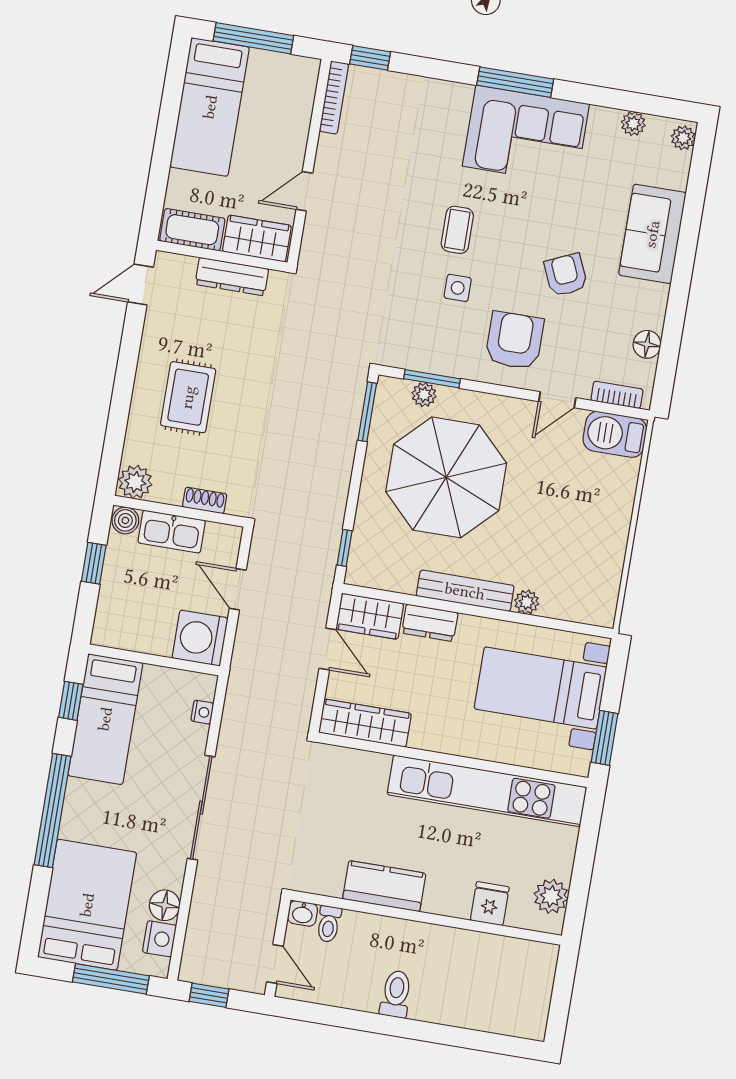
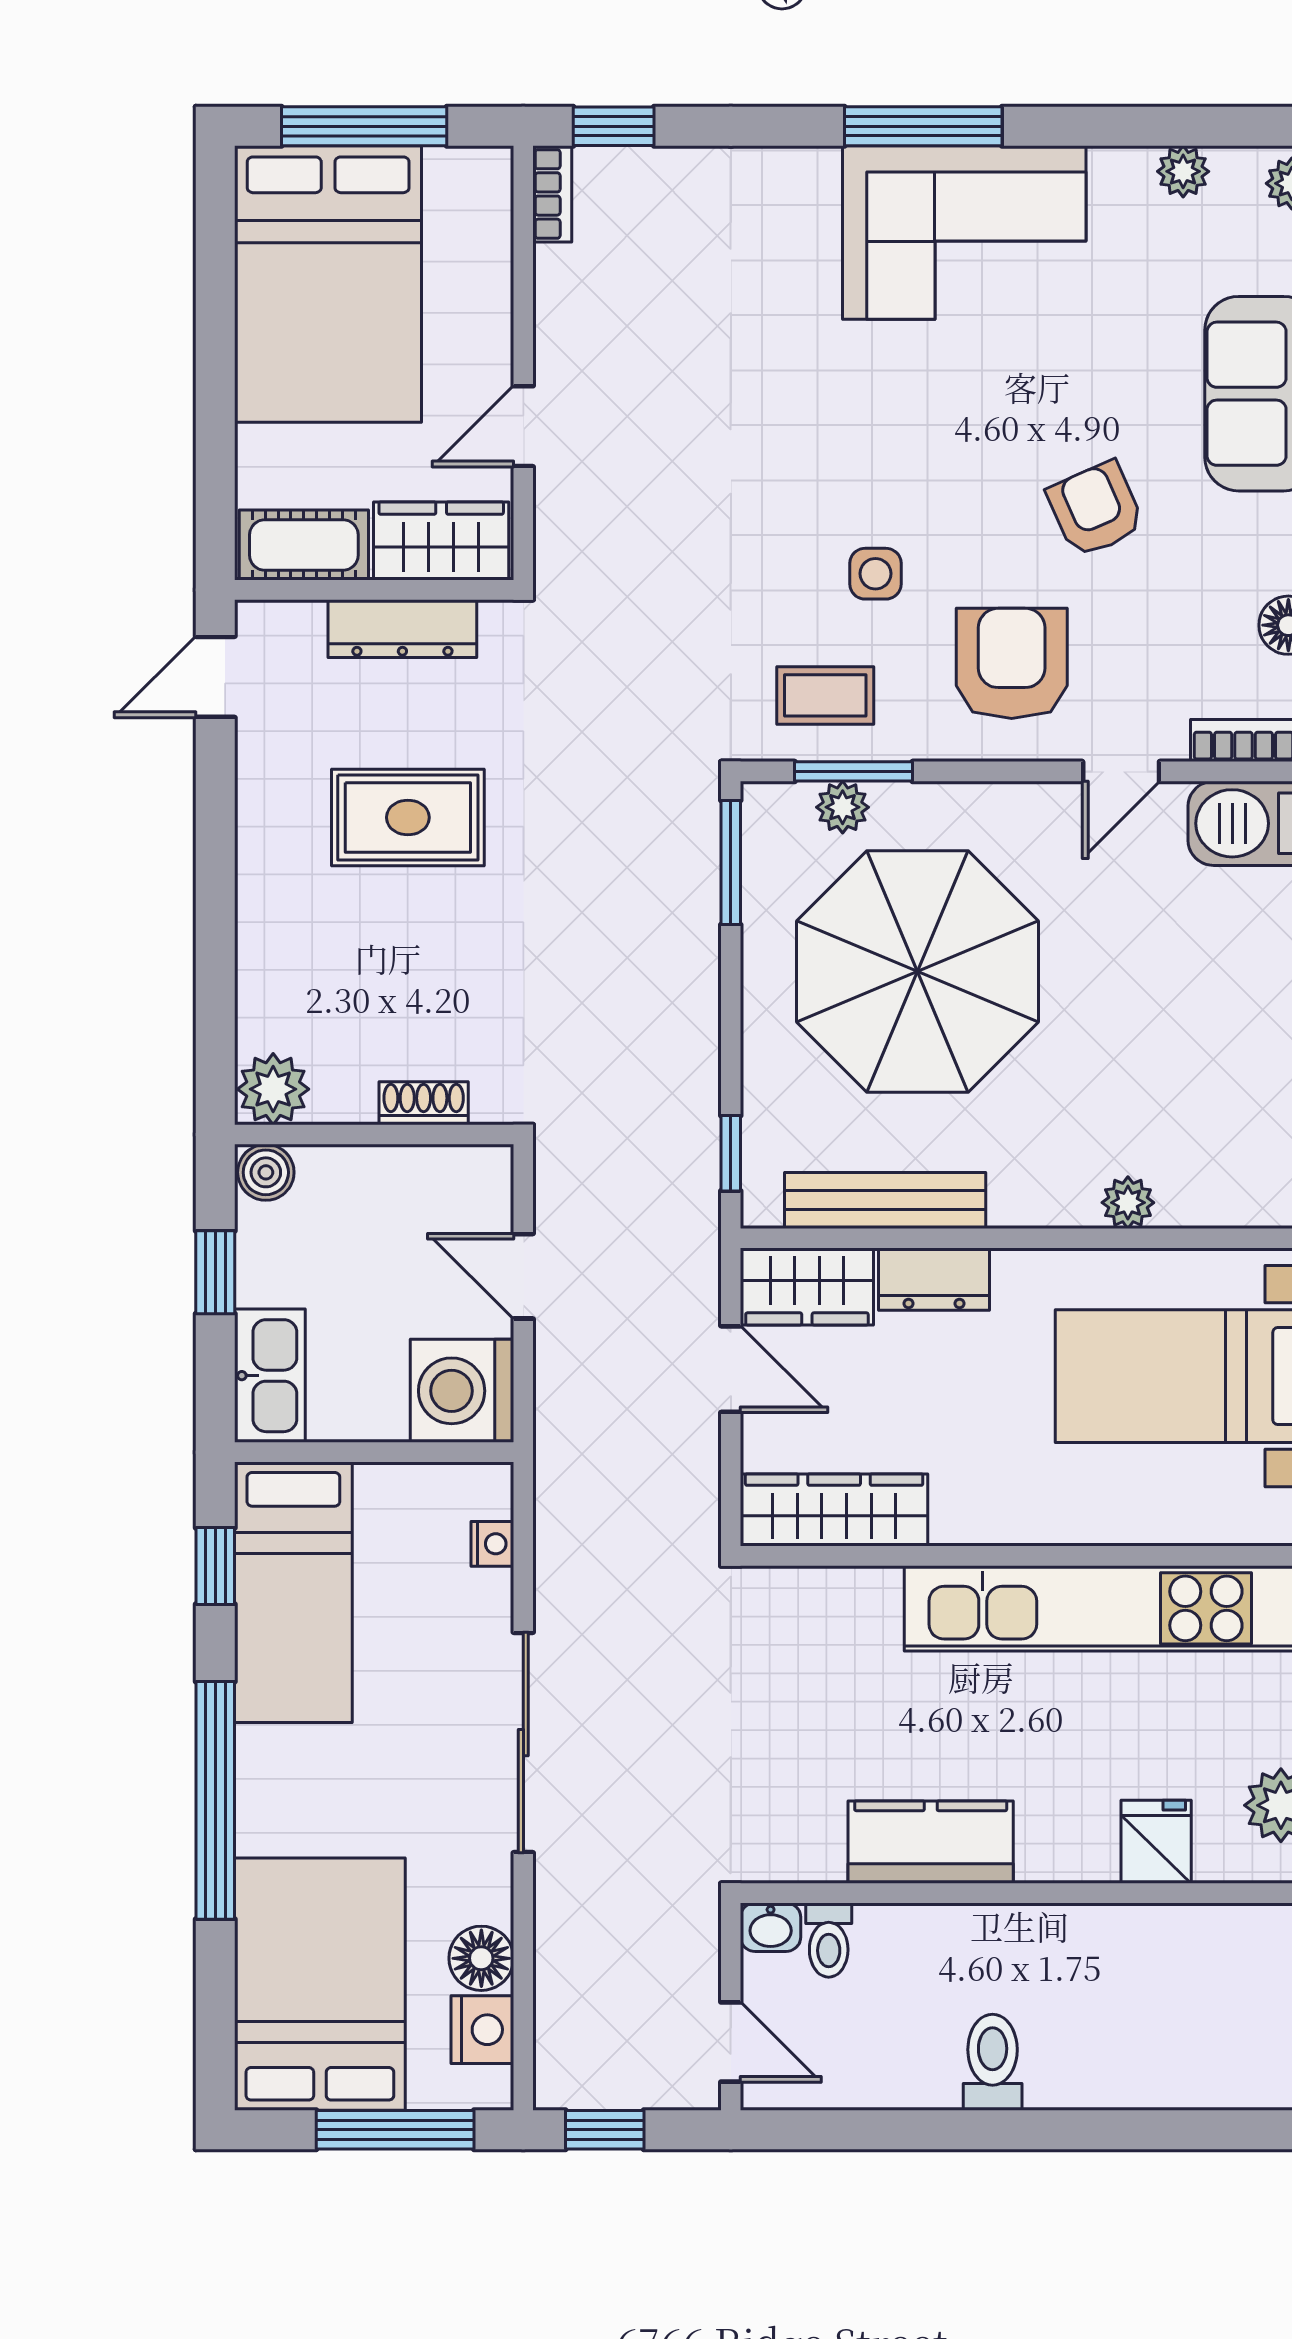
bookcase: (334, 97) -> (552, 194), width x0.64
bed: (210, 107) -> (328, 284), width x1.50
coffee table: (457, 230) -> (825, 695), moved, turned 90
rug: (188, 397) -> (408, 817), moved, turned 90
kitchen sink: (172, 532) -> (270, 1376), moved, turned -90
bench: (465, 591) -> (885, 1200), moved

